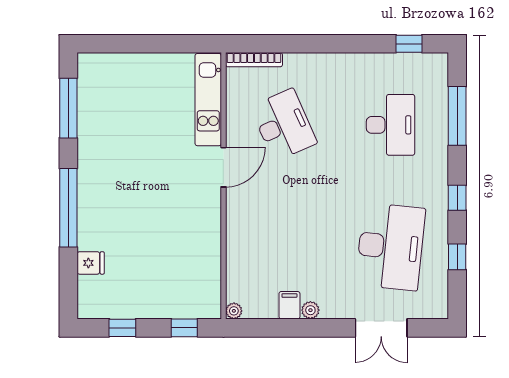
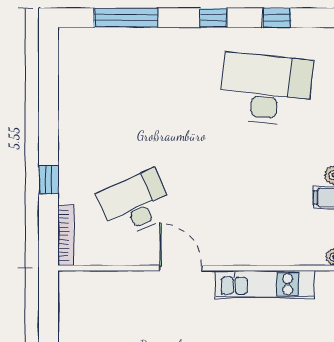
window: (409, 44) -> (49, 180), moved
kitchen unit: (208, 100) -> (265, 284), moved
desk: (391, 125) -> (135, 89), removed

